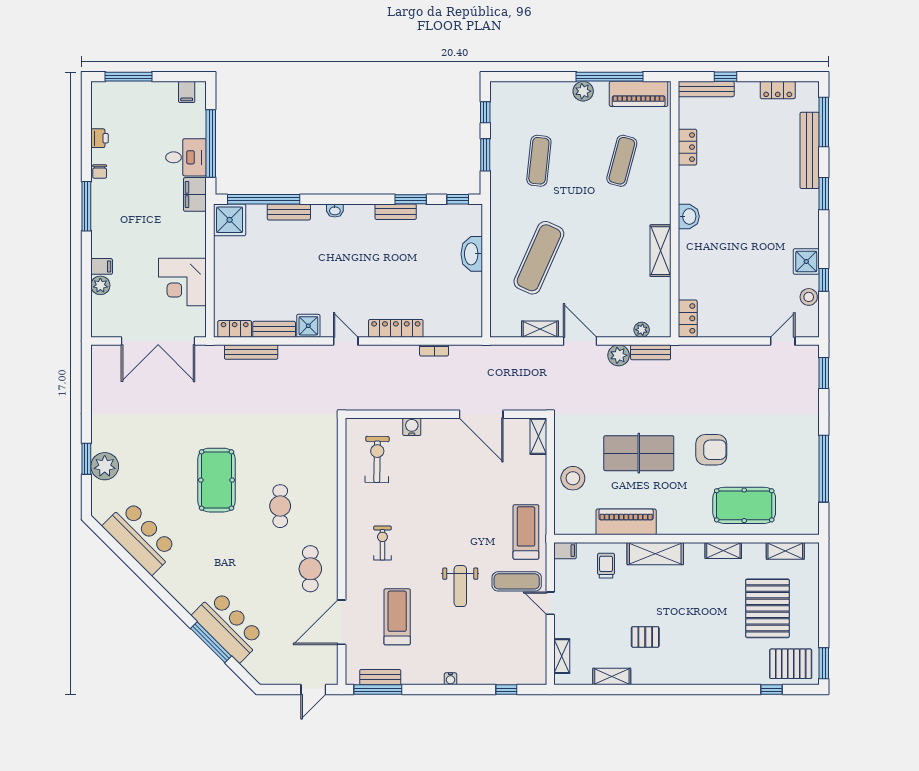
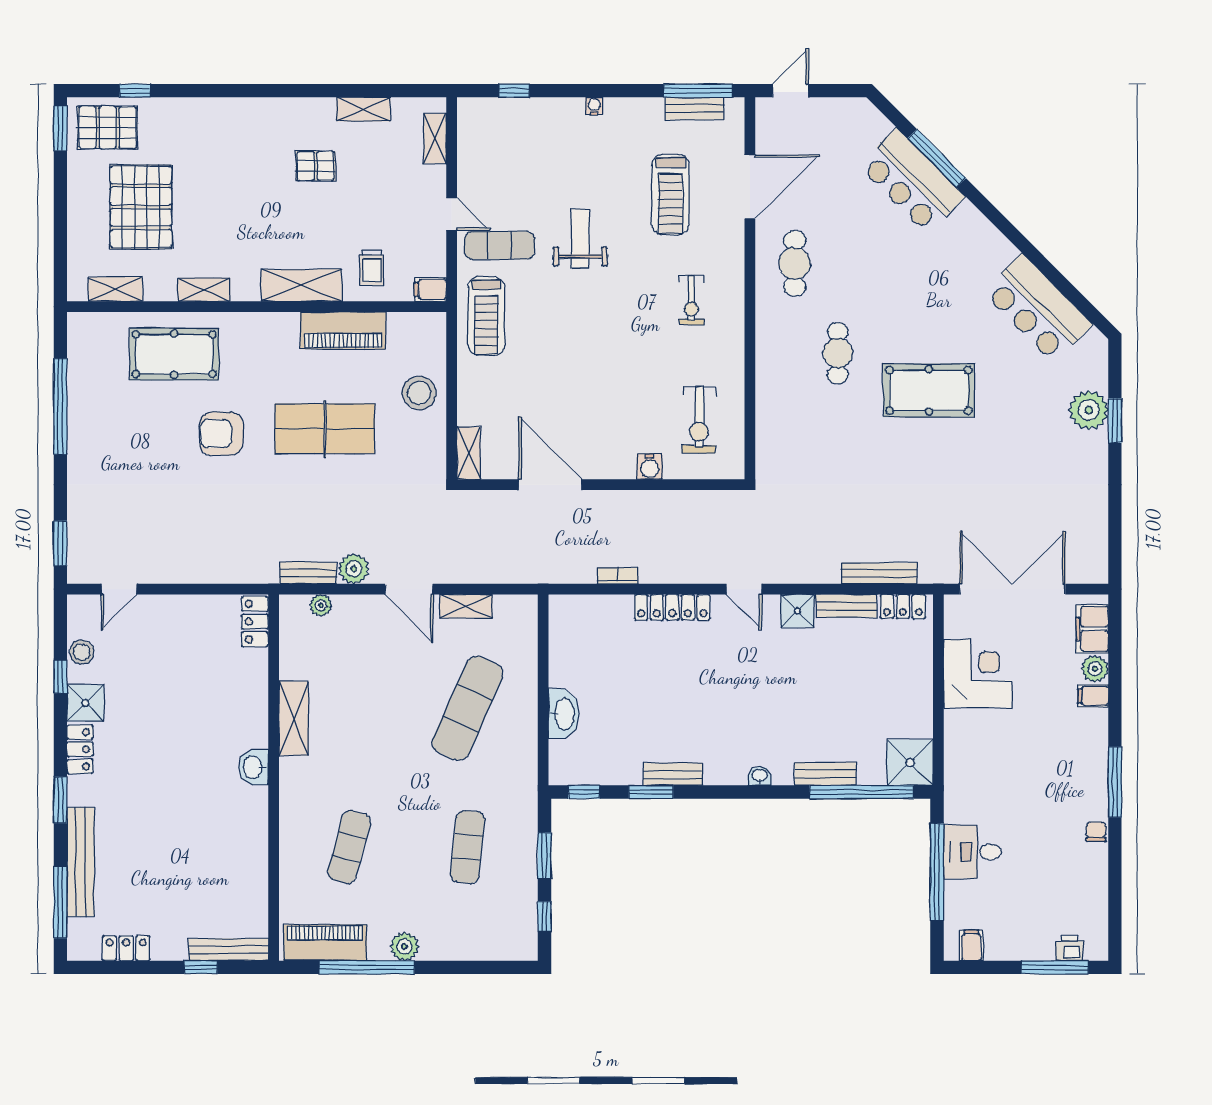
printer: (100, 138) -> (1069, 948), moved, turned 90
locker: (687, 147) -> (80, 749), moved, turned 180
filing cabinet: (195, 194) -> (1092, 629), moved, turned 180
pool table: (217, 480) -> (929, 390), turned 90

